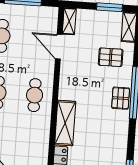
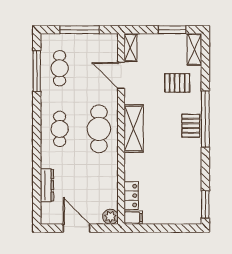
cafe table: (35, 95) -> (99, 129), width x1.37, depth x1.35
shelving: (65, 123) -> (134, 128), moved

